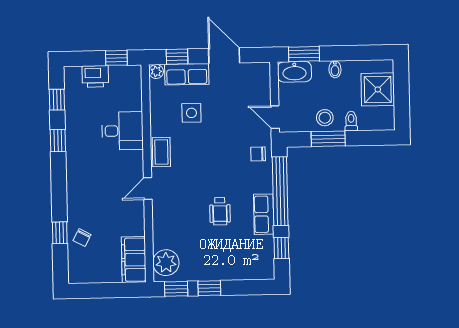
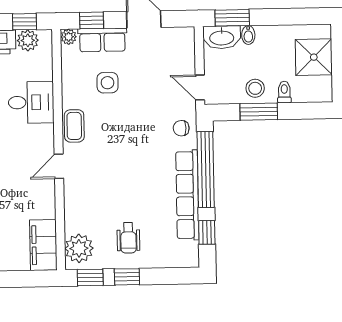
bidet: (335, 69) -> (248, 35), moved
plant: (119, 75) -> (28, 40), added
wheelchair: (220, 211) -> (128, 238), moved
row of seats: (264, 214) -> (187, 195), width x2.02

